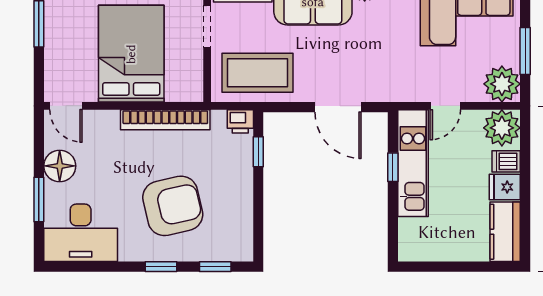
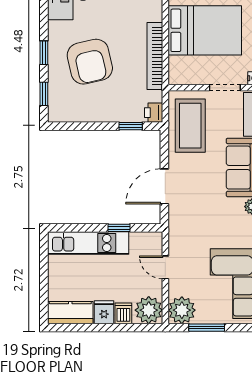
kitchen unit: (413, 163) -> (88, 243), moved

